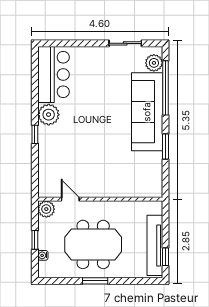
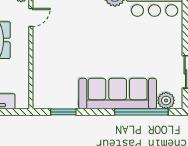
window: (165, 147) -> (63, 112), moved

